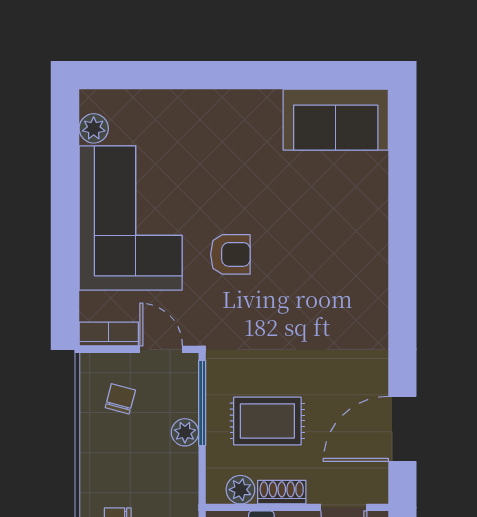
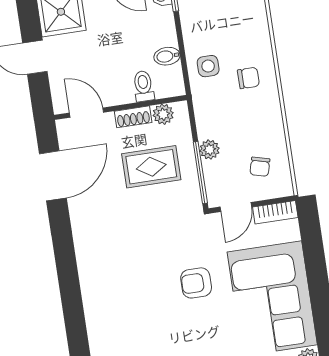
door: (161, 349) -> (236, 207), hinge flipped

